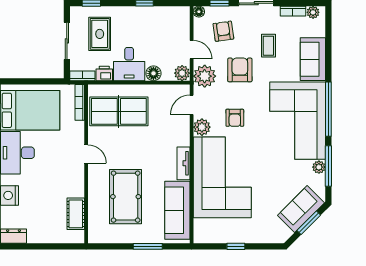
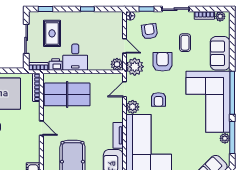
floor lamp: (153, 73) -> (94, 64), removed

